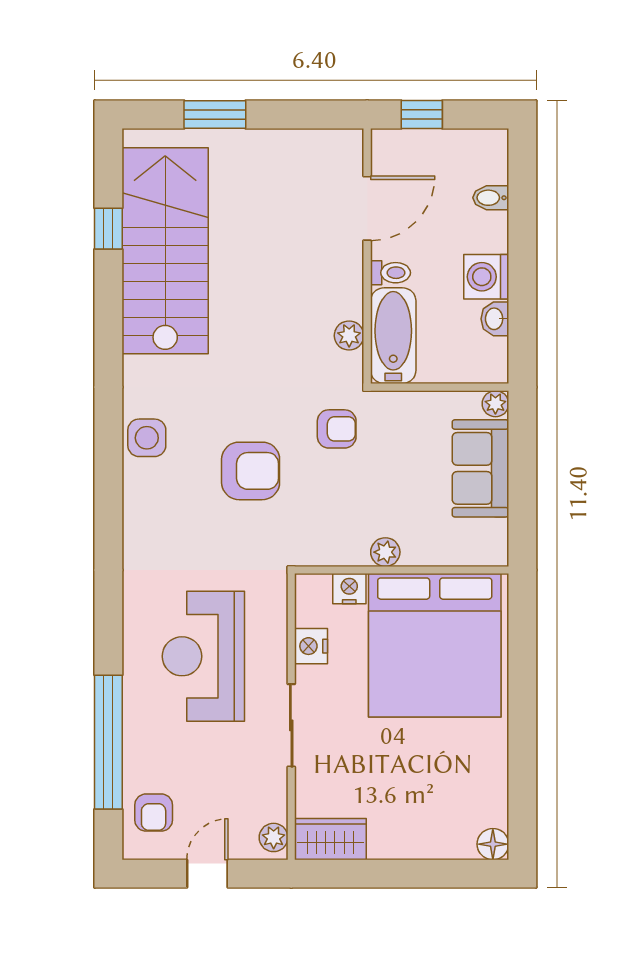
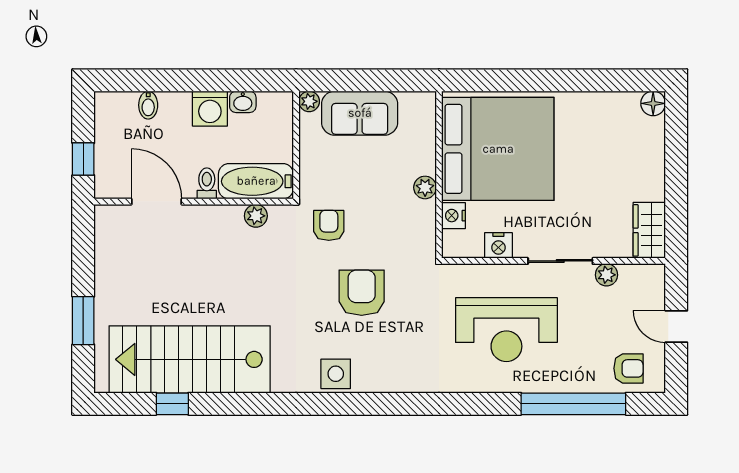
plant: (274, 837) -> (607, 275), moved

